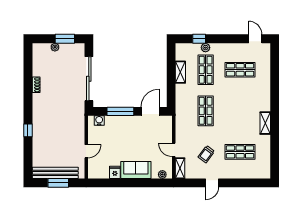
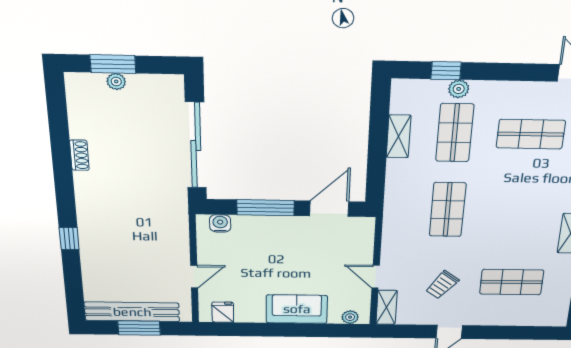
window: (65, 39) -> (113, 64), moved
fridge: (115, 172) -> (223, 312), moved

